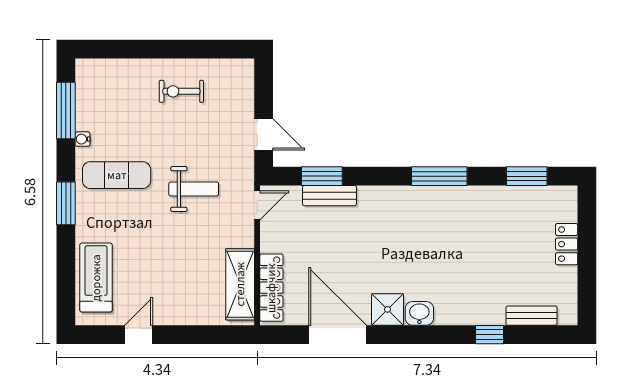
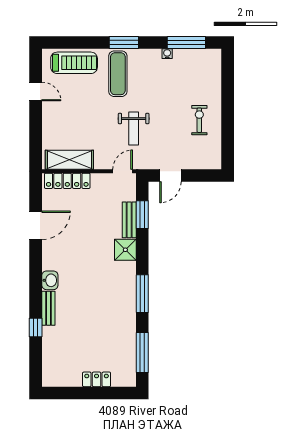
exercise mat: (117, 175) -> (118, 74), moved
window: (527, 176) -> (142, 353), width x1.44
door: (257, 205) -> (123, 171), swing flipped
shower: (388, 309) -> (125, 250), moved
bench: (531, 316) -> (48, 308), moved
door: (338, 335) -> (36, 225), width x0.73

